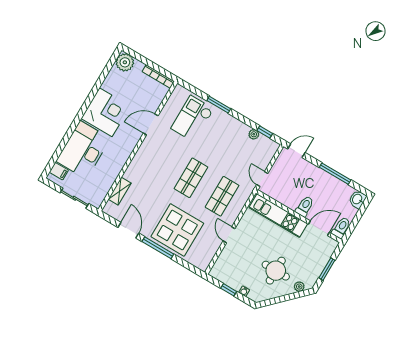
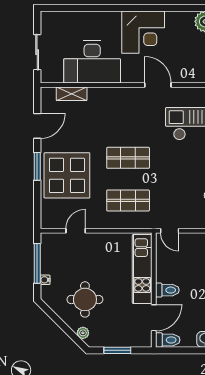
desk: (83, 150) -> (92, 62), moved, turned 180
filing cabinet: (59, 171) -> (55, 20), removed
door: (262, 179) -> (170, 231), swing flipped
door: (319, 228) -> (154, 318), hinge flipped
door: (229, 235) -> (76, 231), moved
window: (158, 248) -> (37, 166), width x0.69
window: (229, 290) -> (37, 263), width x2.17

